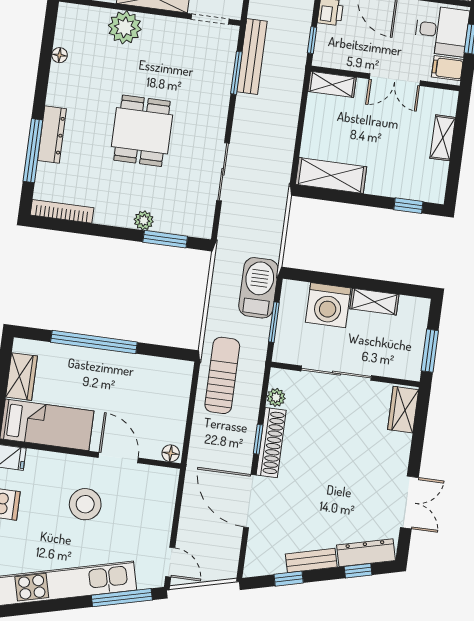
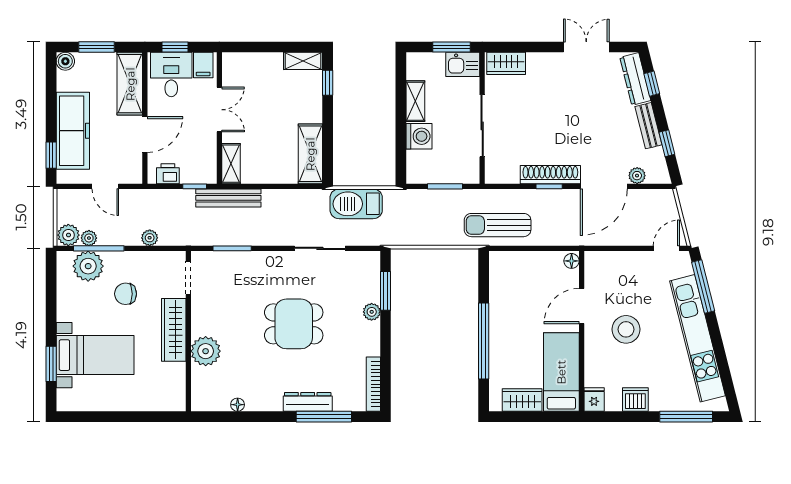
bench: (252, 57) -> (228, 198), moved
shelving: (443, 138) -> (303, 61), moved
barbecue: (258, 288) -> (356, 204), moved
washing machine: (328, 305) -> (419, 136), width x0.73, depth x0.73
kitchen sink: (408, 361) -> (463, 64), added
plant: (276, 397) -> (637, 176), moved

